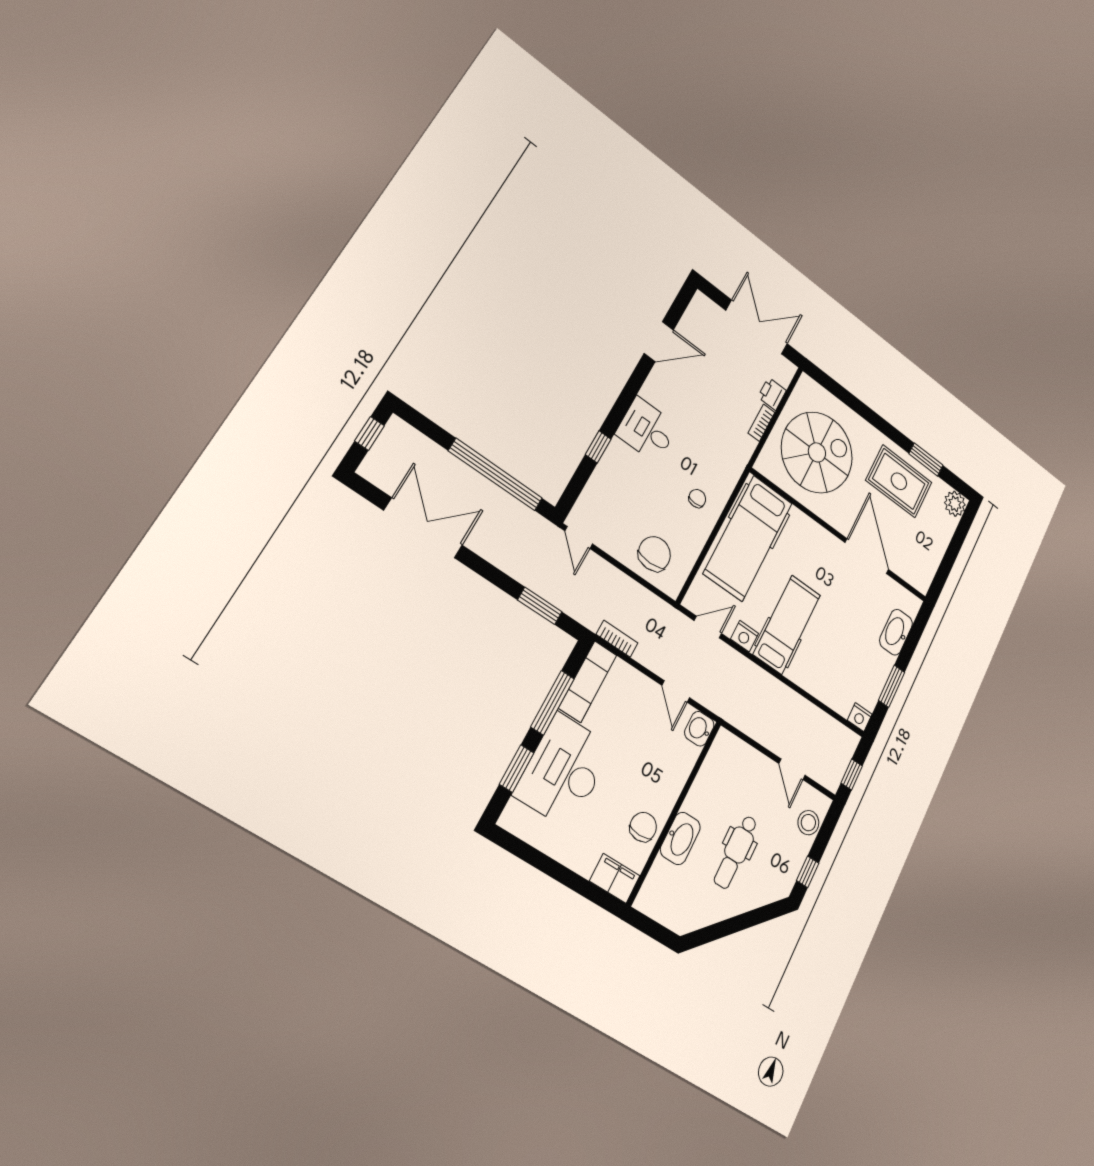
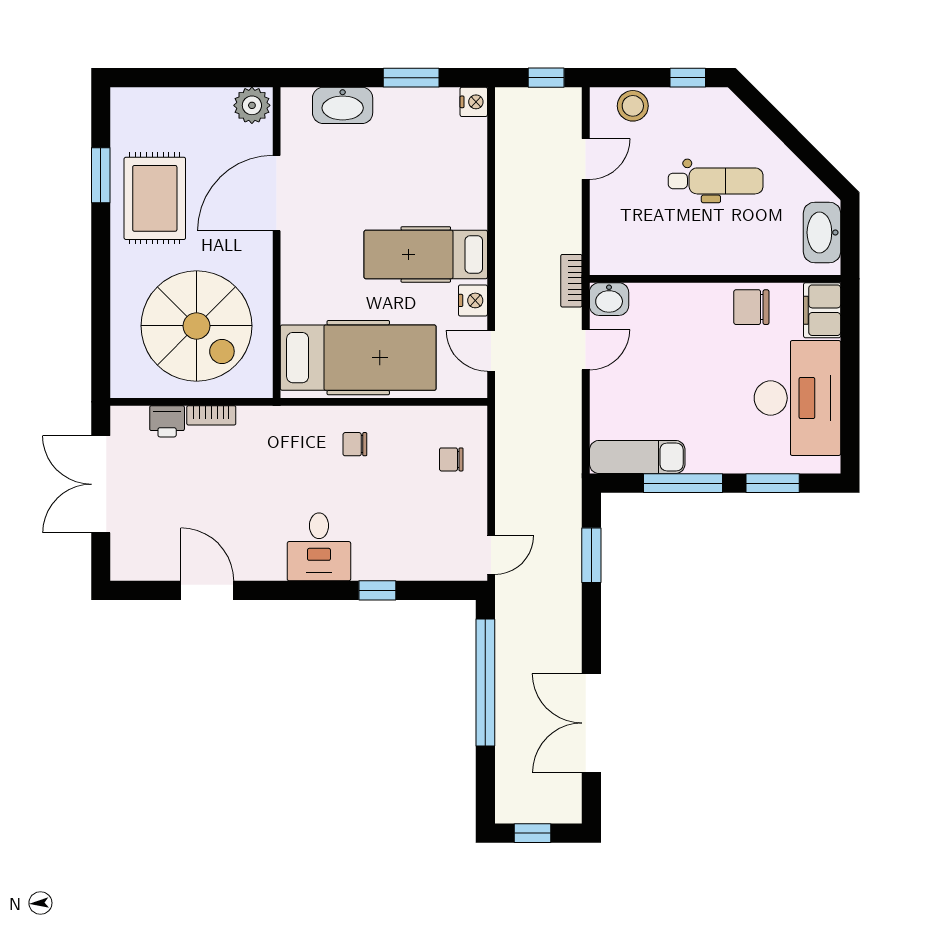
spiral stairs: (817, 452) -> (196, 326), turned 180
plant: (955, 504) -> (252, 105), moved
chair: (654, 554) -> (451, 459), width x0.54, depth x0.54
bookcase: (617, 639) -> (571, 281), moved
desk: (564, 771) -> (797, 398), moved, turned -90
washbasin: (680, 838) -> (822, 232), moved, turned -90

